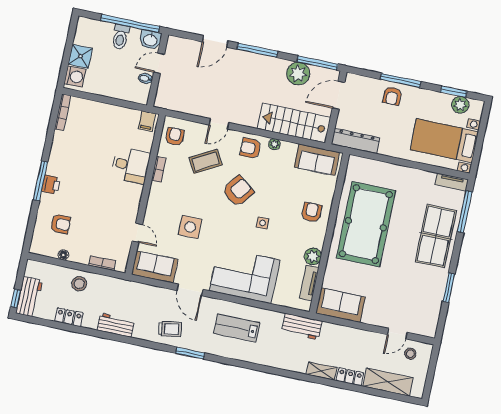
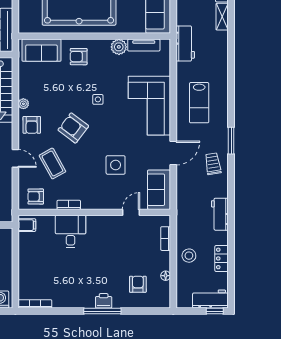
sofa: (317, 160) -> (41, 50), moved, turned 90

